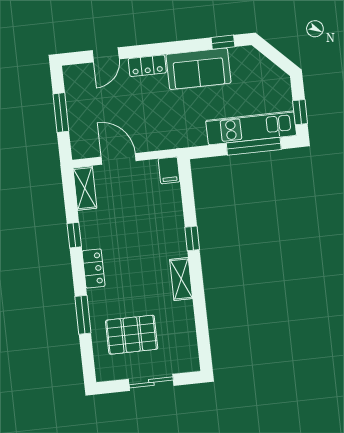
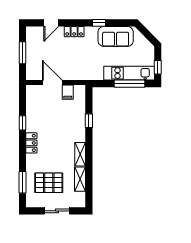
window: (223, 42) -> (99, 23), moved
sofa: (198, 69) -> (116, 36), moved
filing cabinet: (169, 170) -> (68, 92), moved
shelving: (85, 188) -> (80, 179), moved
window: (192, 238) -> (89, 121), moved
window: (83, 315) -> (22, 182), moved

